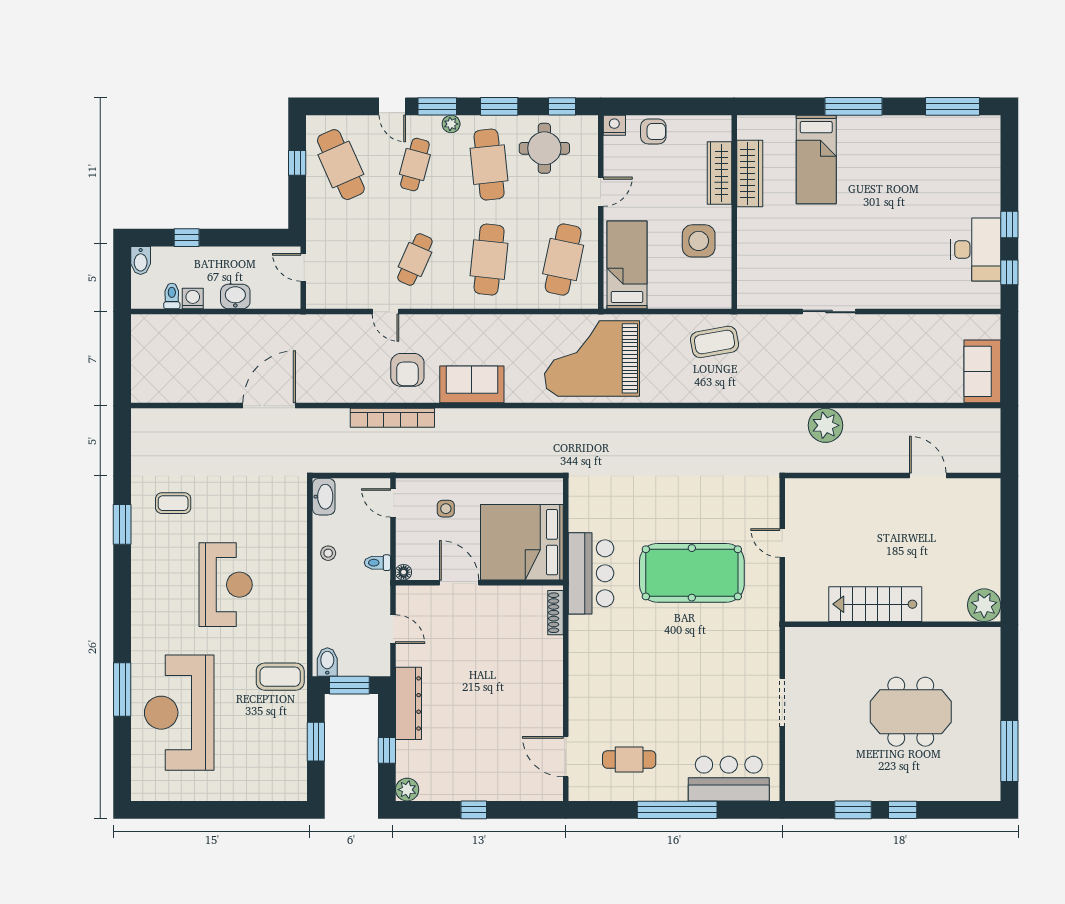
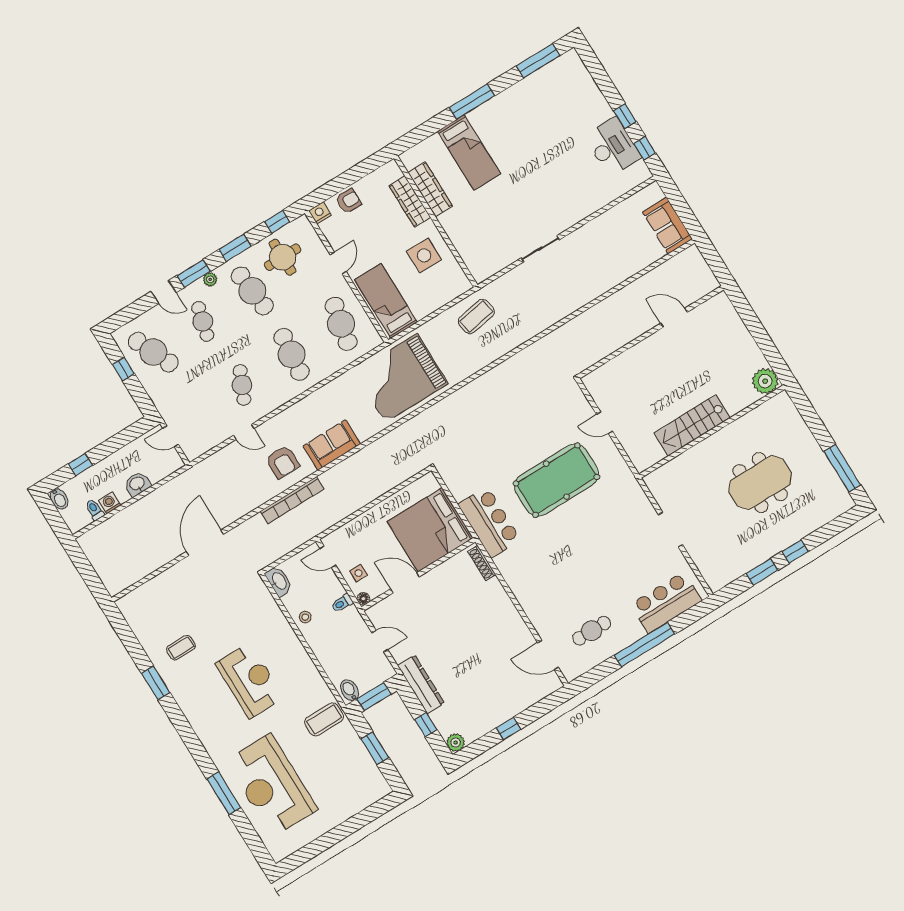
plant: (826, 425) -> (585, 326), removed
side table: (446, 509) -> (359, 573), moved

